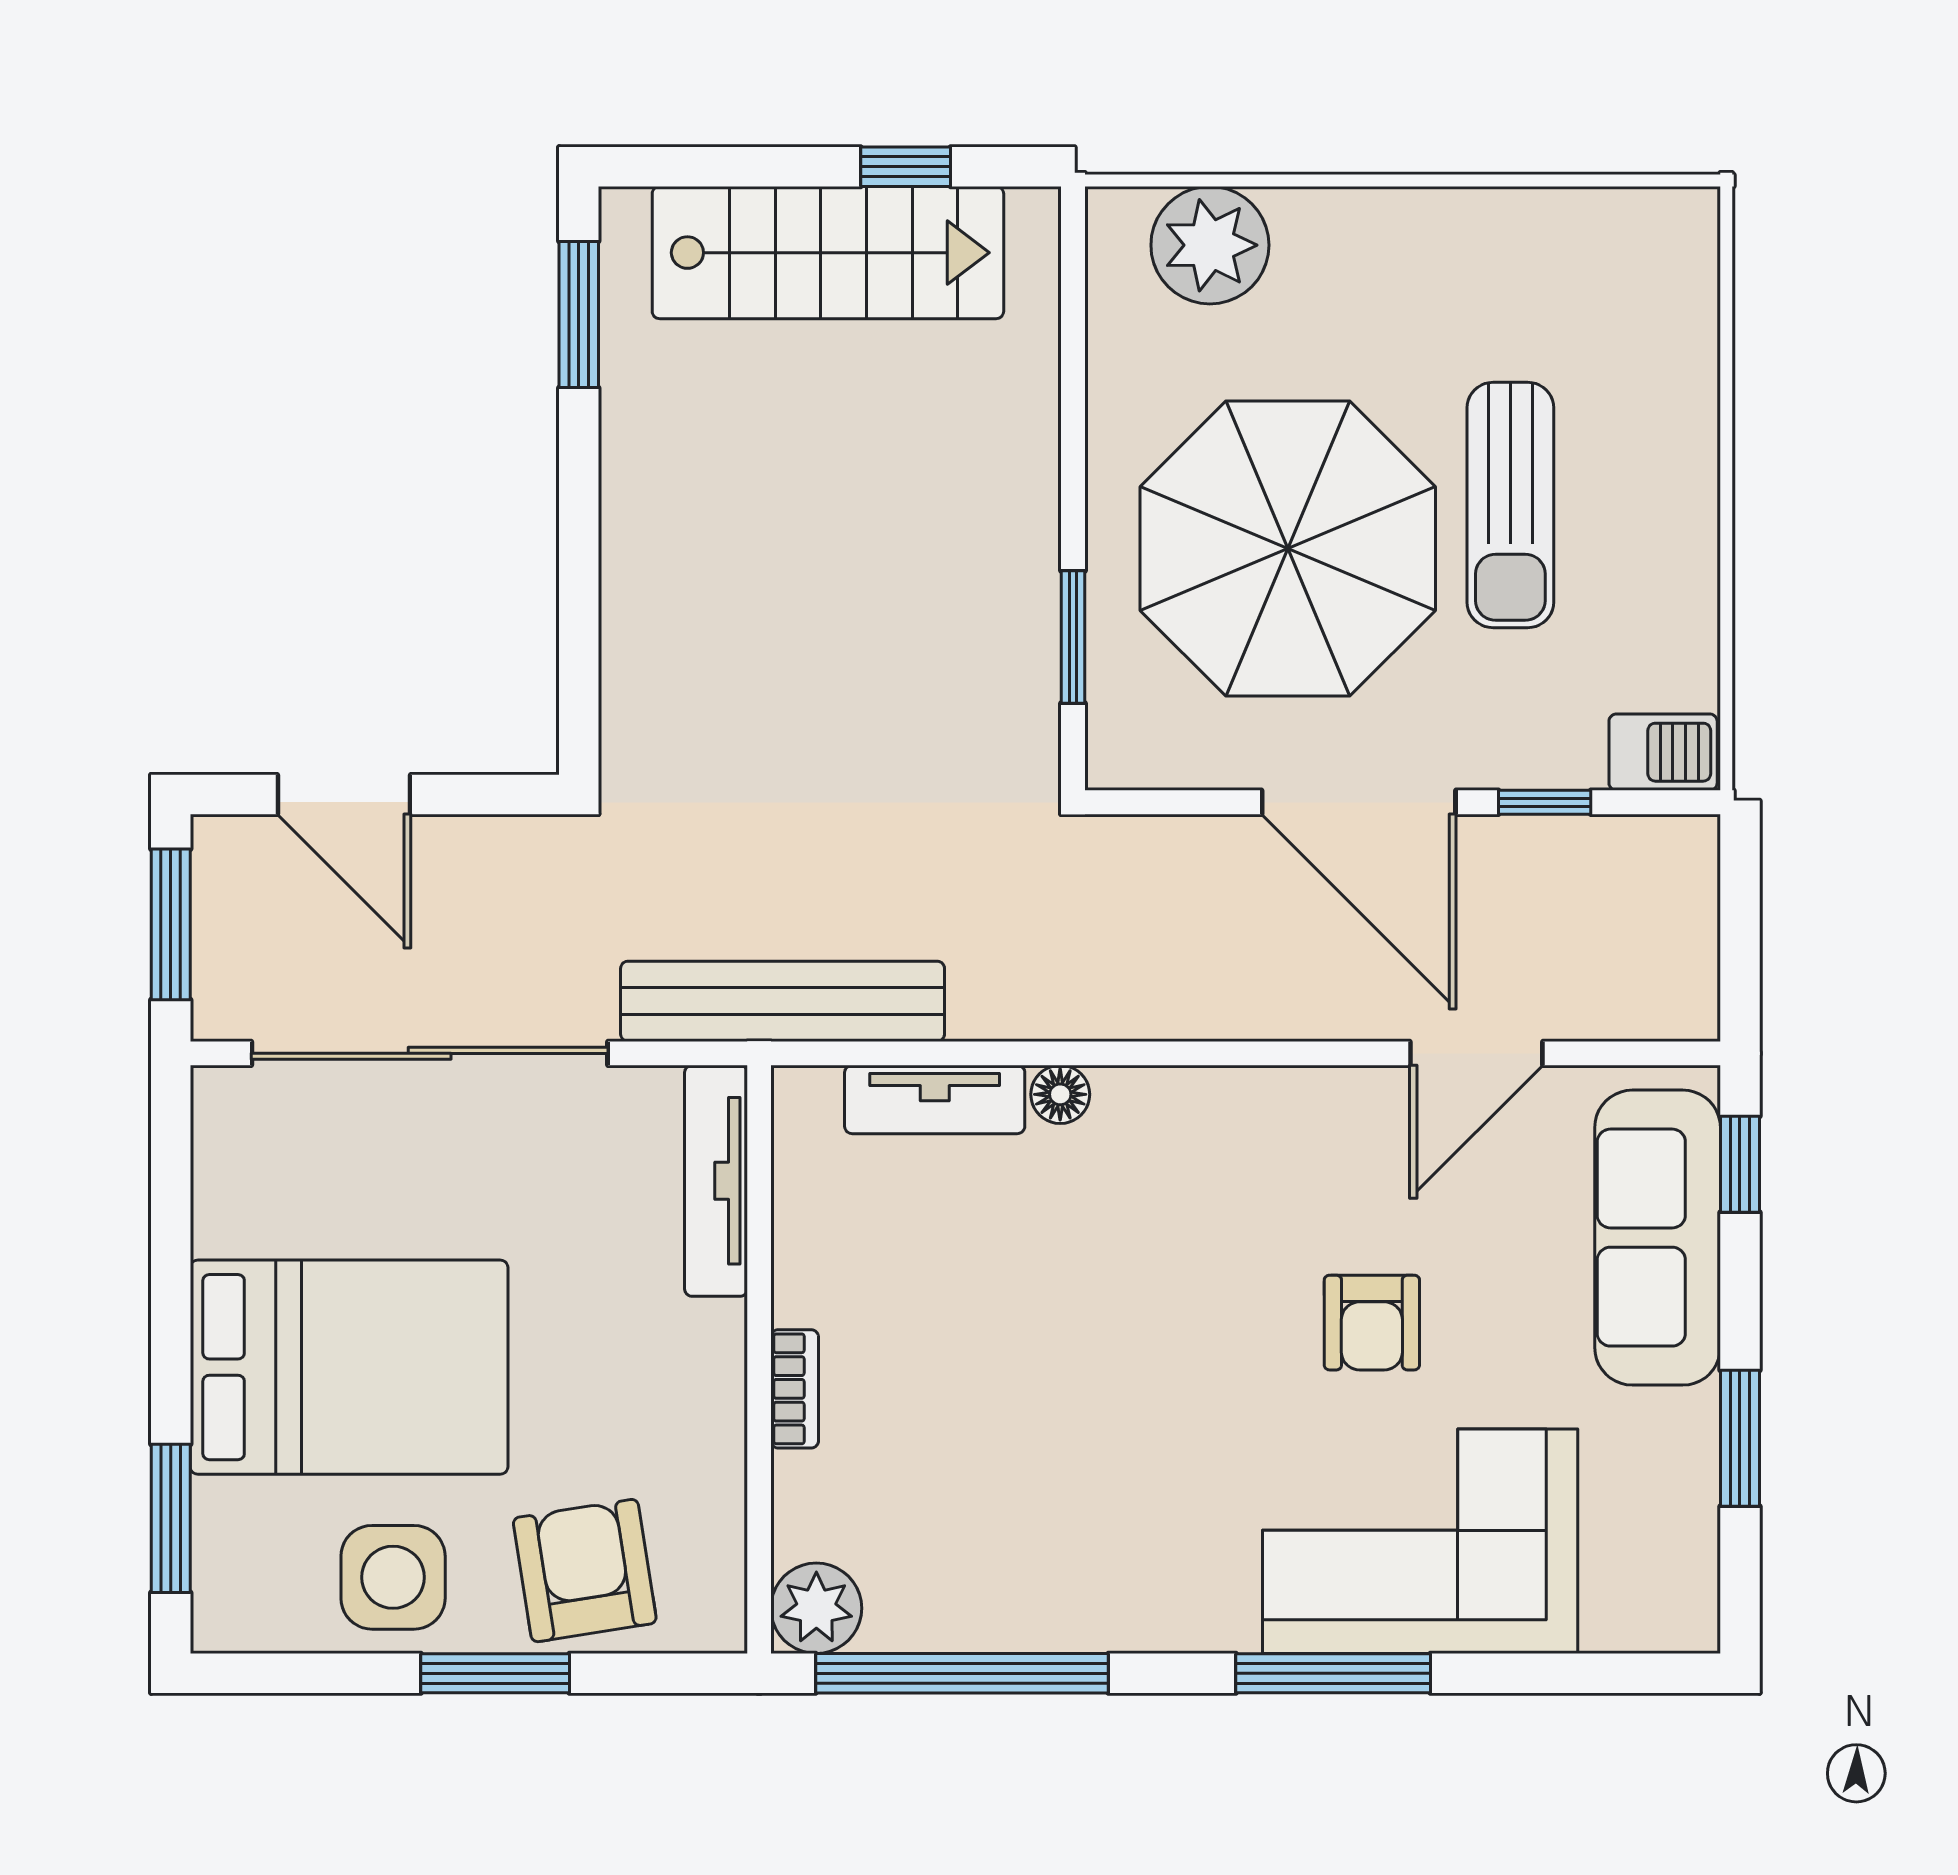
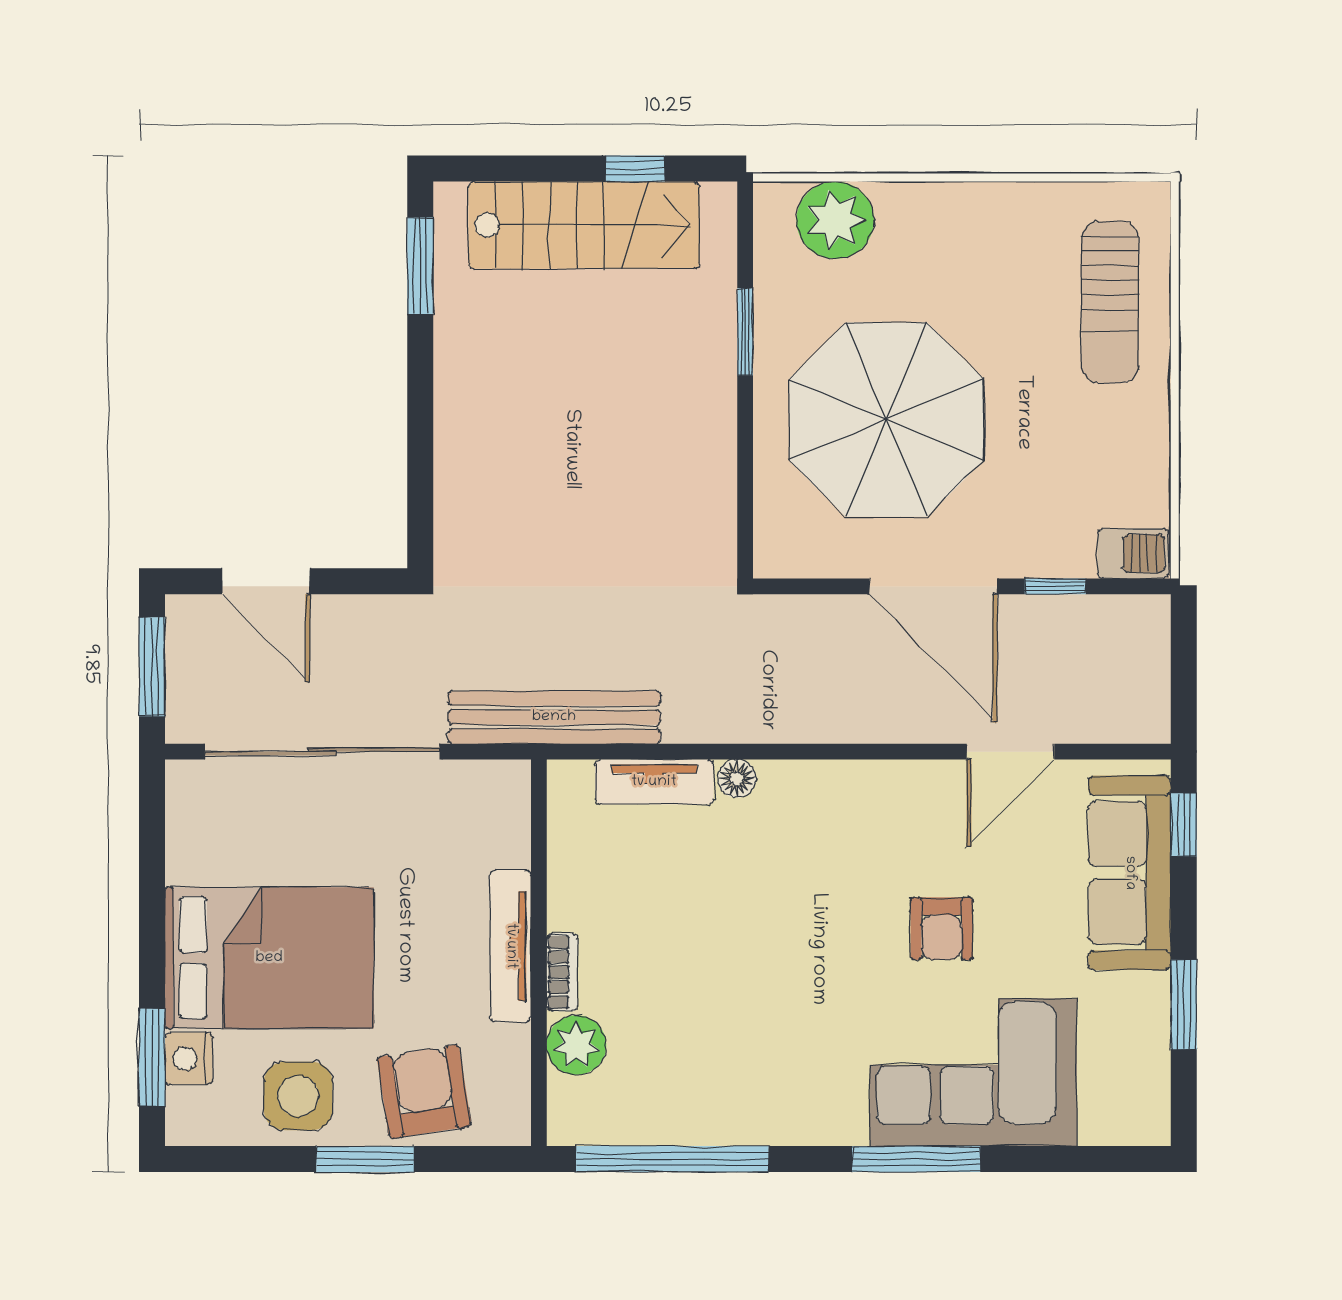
sun lounger: (1510, 505) -> (1110, 302), moved
window: (1073, 637) -> (745, 332), moved
tv unit: (716, 1181) -> (511, 946), moved
nightstand: (227, 1520) -> (189, 1058), added
plant: (816, 1608) -> (576, 1045), moved

